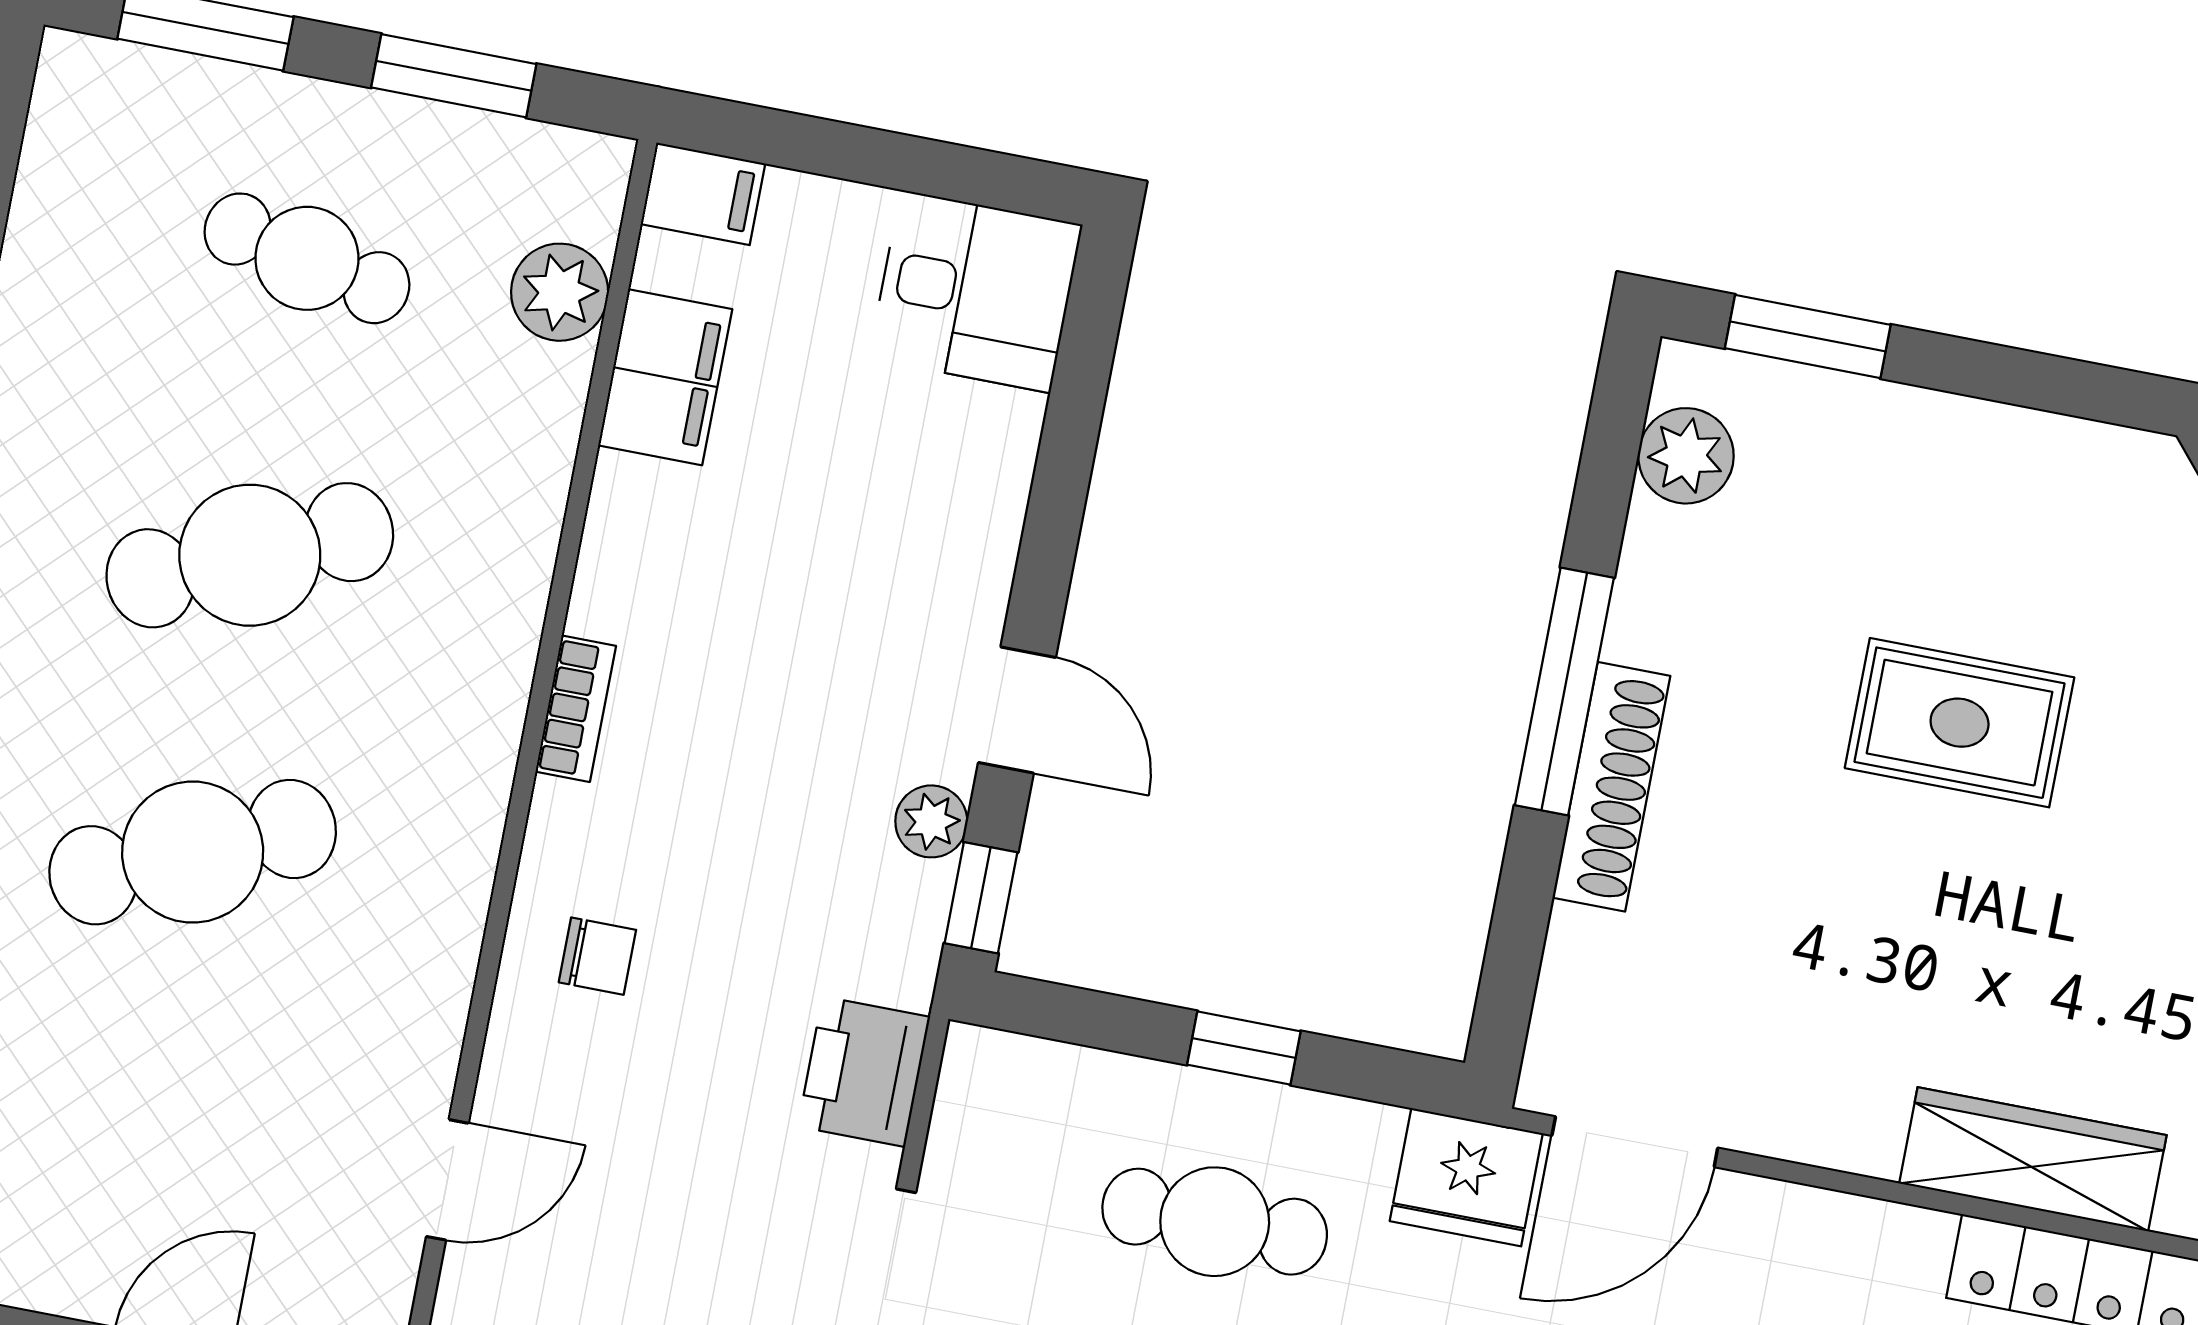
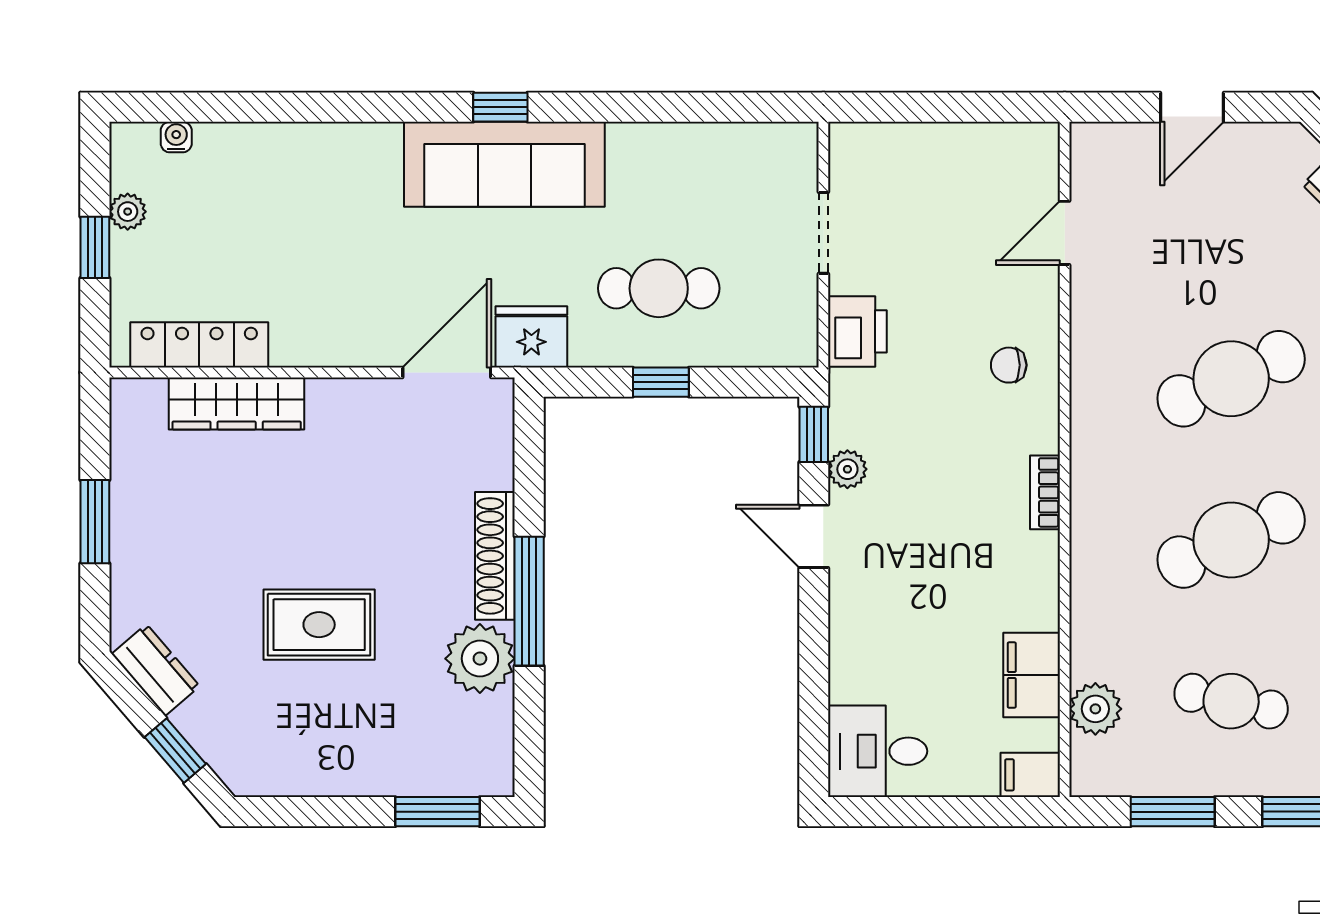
plant: (1686, 456) -> (480, 659), moved, width x1.36, depth x1.36

